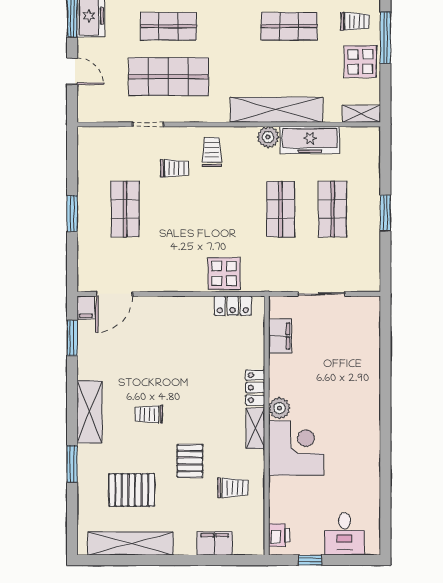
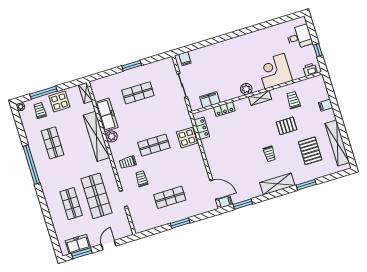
shop shelf: (281, 209) -> (154, 145), moved
filing cabinet: (369, 314) -> (185, 59), added
locker: (255, 388) -> (224, 109), moved
corner desk: (296, 448) -> (275, 71), moved
filing cabinet: (215, 543) -> (326, 105), width x0.50

